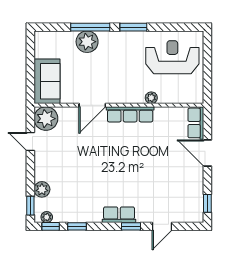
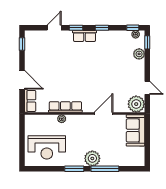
plant: (87, 42) -> (92, 158), moved
row of seats: (130, 114) -> (65, 107), moved
window: (77, 226) -> (102, 28), moved

